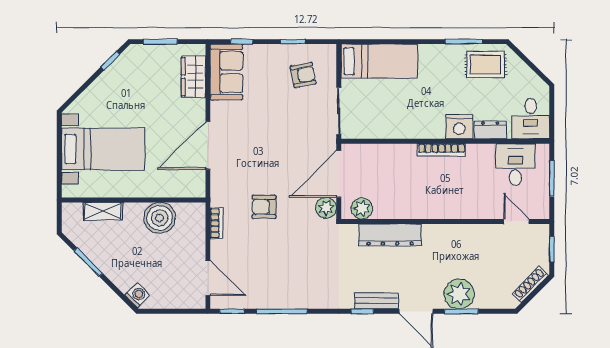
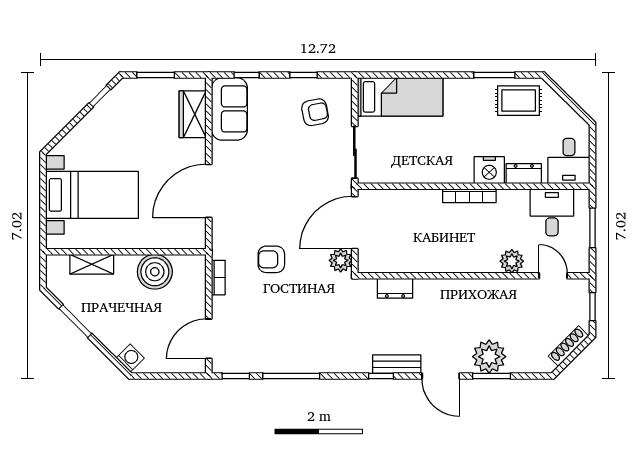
plant: (362, 208) -> (512, 261), moved
dresser: (390, 235) -> (395, 288), width x0.51, depth x0.80
door: (208, 278) -> (209, 339), swing flipped

